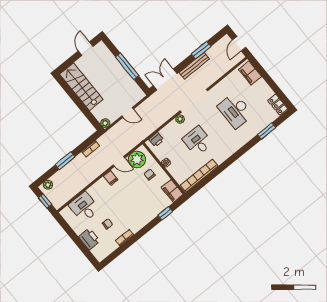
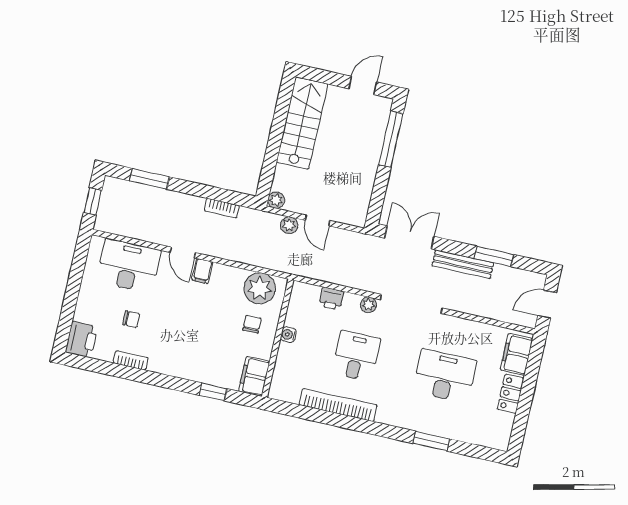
window: (127, 66) -> (391, 139), moved
locker: (278, 105) -> (511, 394), moved
desk: (235, 110) -> (445, 376), turned 90
window: (267, 131) -> (431, 441), moved
printer: (156, 140) -> (331, 298), moved
window: (65, 161) -> (150, 179), moved
door: (119, 161) -> (183, 252), moved
bookcase: (199, 176) -> (338, 405), moved
plant: (48, 185) -> (289, 225), moved
desk: (84, 207) -> (129, 266), width x1.37
printer: (89, 239) -> (81, 339), moved

